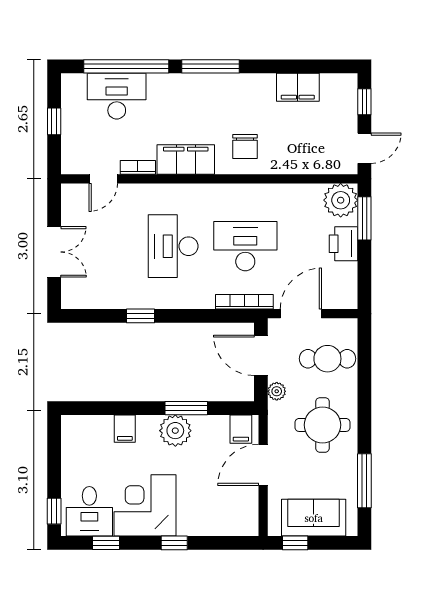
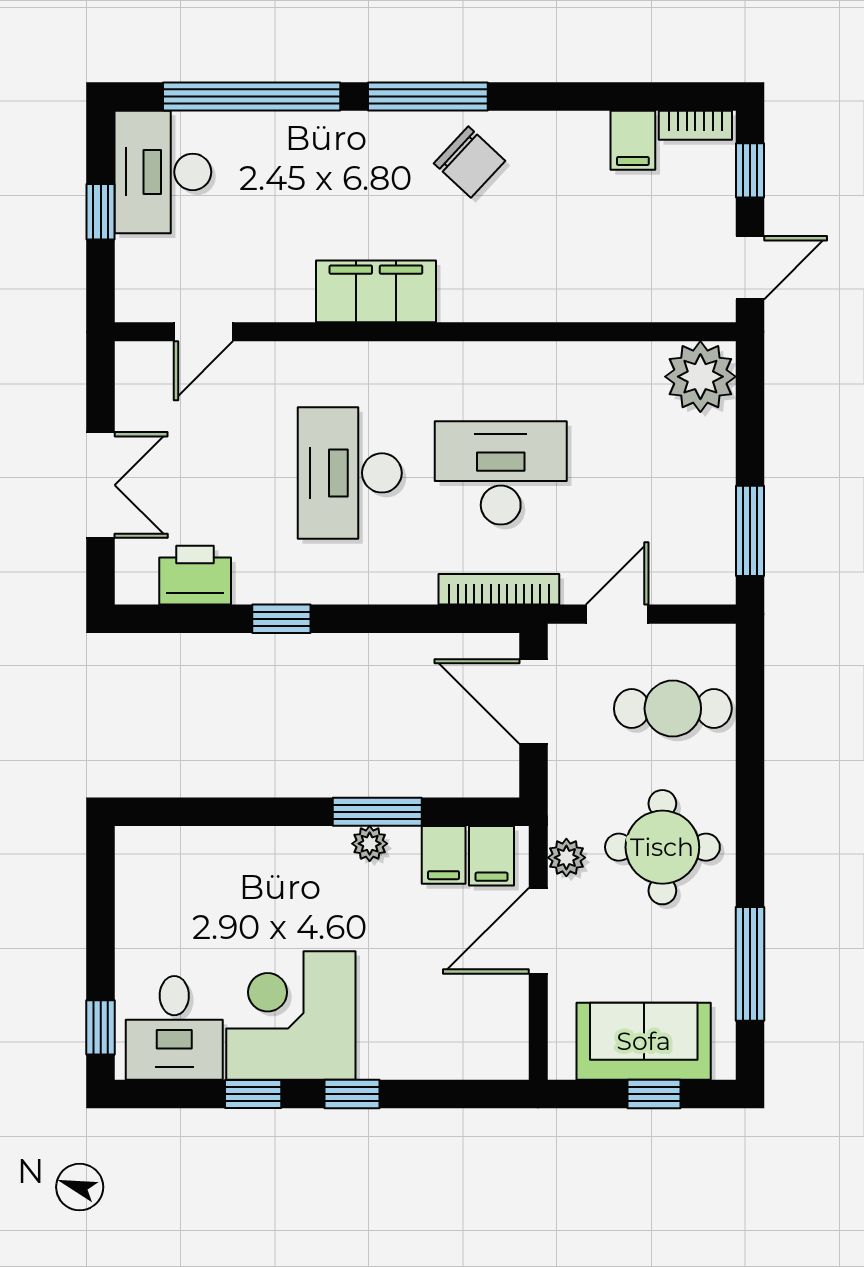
filing cabinet: (298, 87) -> (633, 140), width x0.50
desk: (117, 96) -> (163, 172), moved, turned -90
chair: (245, 146) -> (470, 162), moved, turned -47
bookcase: (138, 167) -> (695, 125), moved, turned 180
window: (364, 218) -> (750, 531), moved
printer: (343, 244) -> (195, 575), moved, turned 90
door: (301, 314) -> (617, 614), width x0.73
plant: (277, 391) -> (566, 858), moved
filing cabinet: (125, 429) -> (444, 855), moved
plant: (175, 431) -> (370, 844), width x0.53, depth x0.53
window: (106, 543) -> (253, 1094), moved
window: (295, 543) -> (654, 1094), moved

